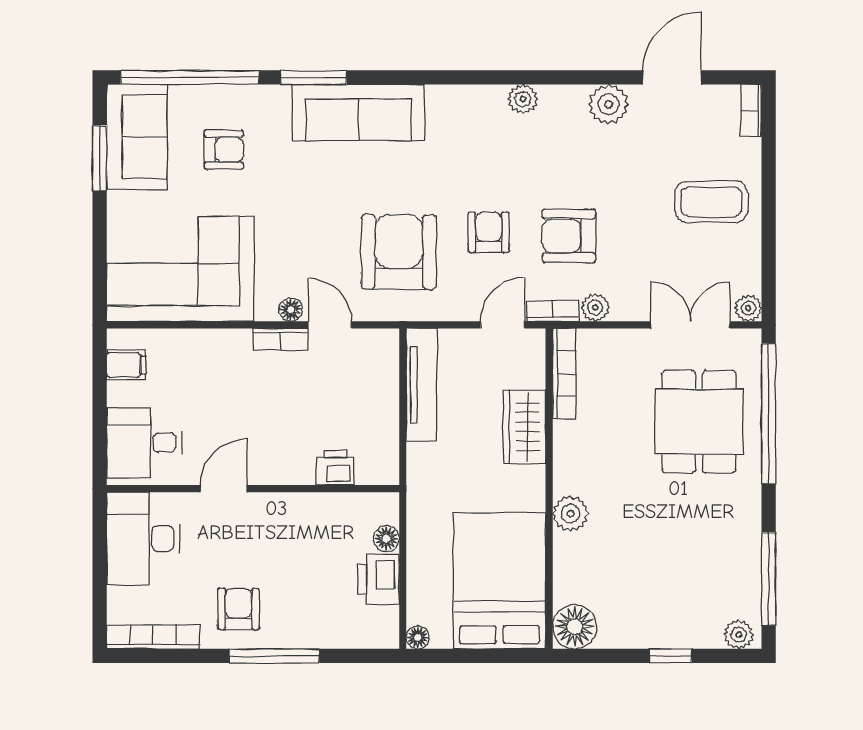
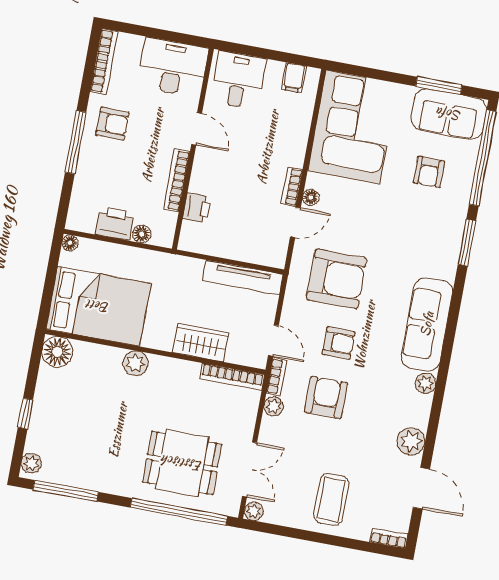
sofa: (358, 112) -> (427, 324), moved
bookcase: (301, 504) -> (177, 180), added

